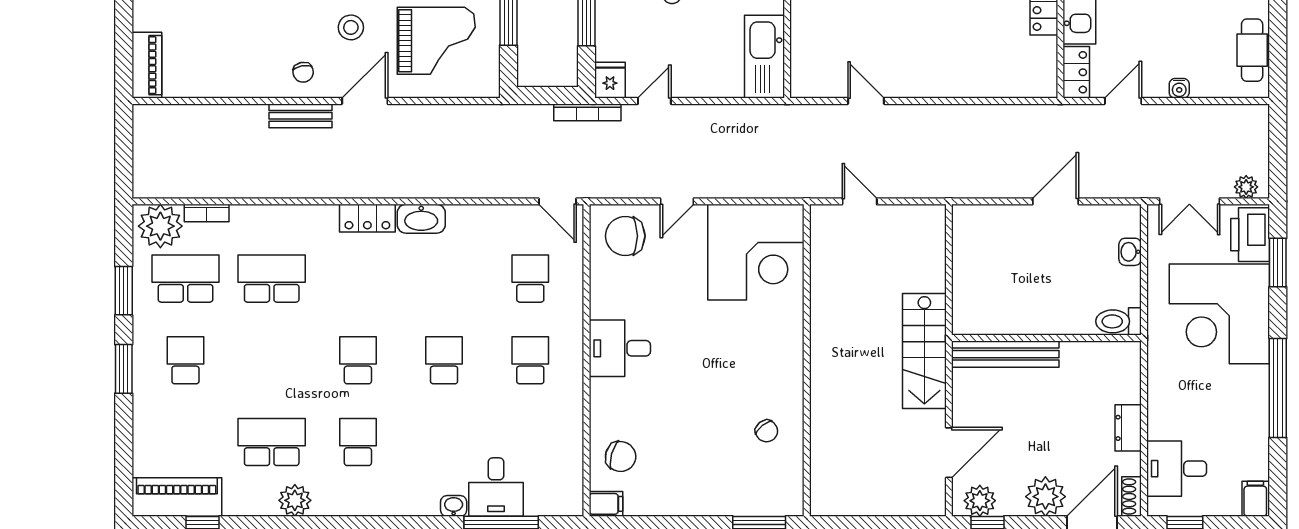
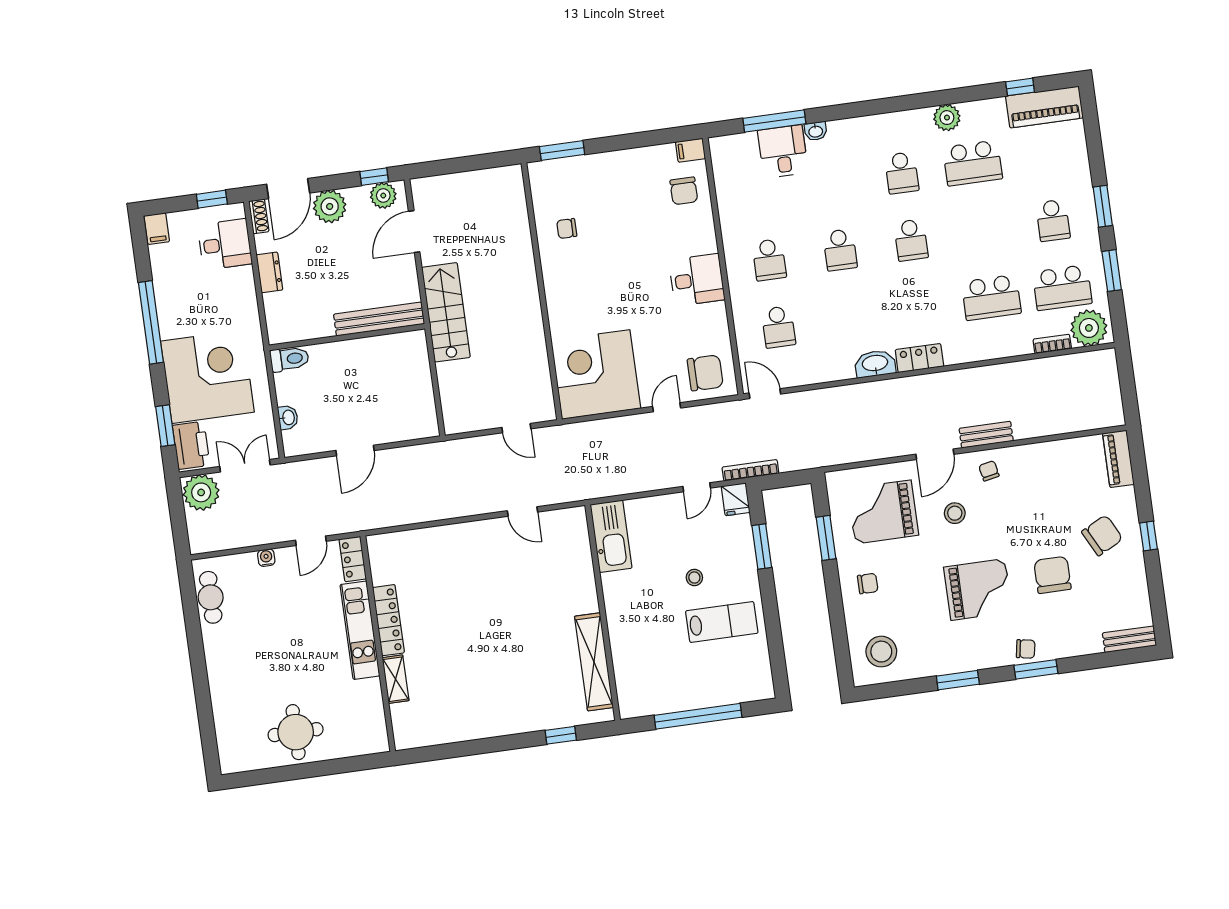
plant: (1246, 187) -> (201, 492), width x1.88, depth x1.88
chair: (766, 431) -> (567, 229), turned -51
chair: (621, 457) -> (684, 191), turned -106

